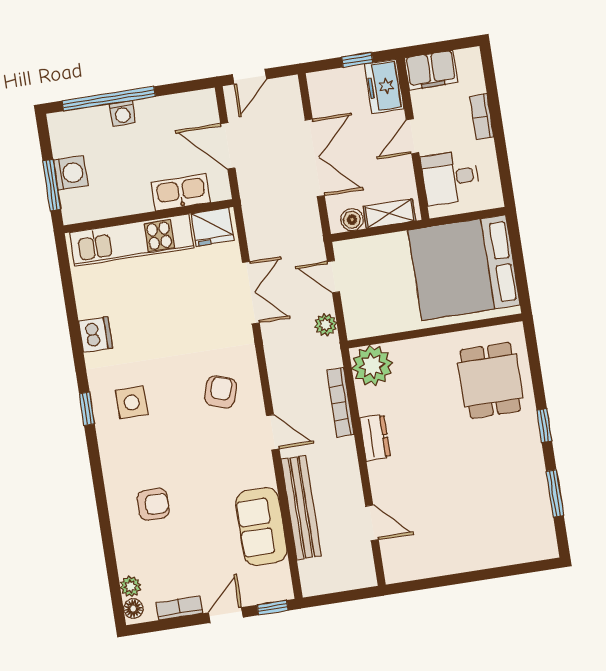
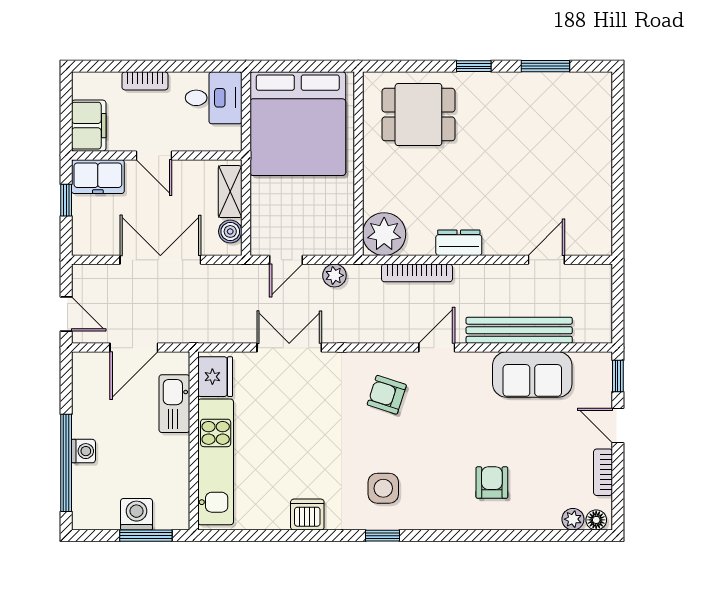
desk: (450, 178) -> (214, 98), moved, turned -90

